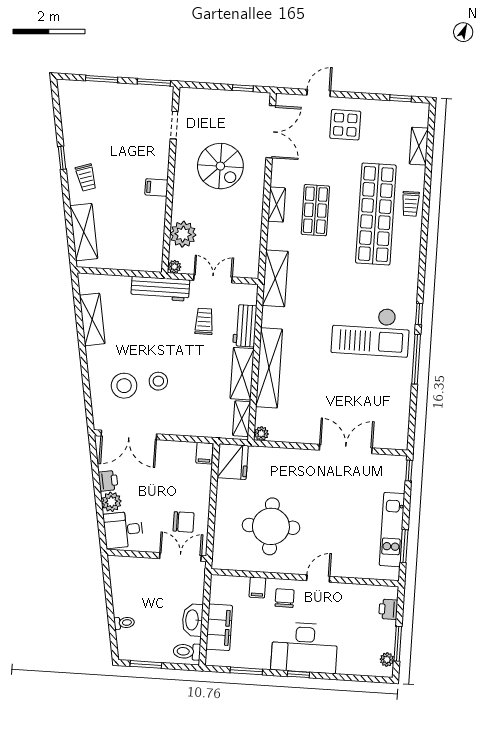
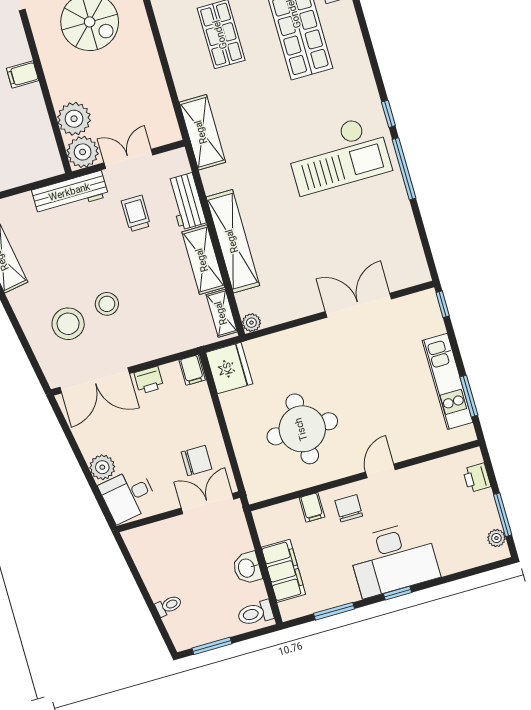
shelving: (277, 205) -> (173, 44), removed
plant: (174, 267) -> (83, 152), width x1.87, depth x1.87
printer: (108, 481) -> (149, 380), moved, turned 100
washbasin: (193, 620) -> (247, 568), width x0.72

